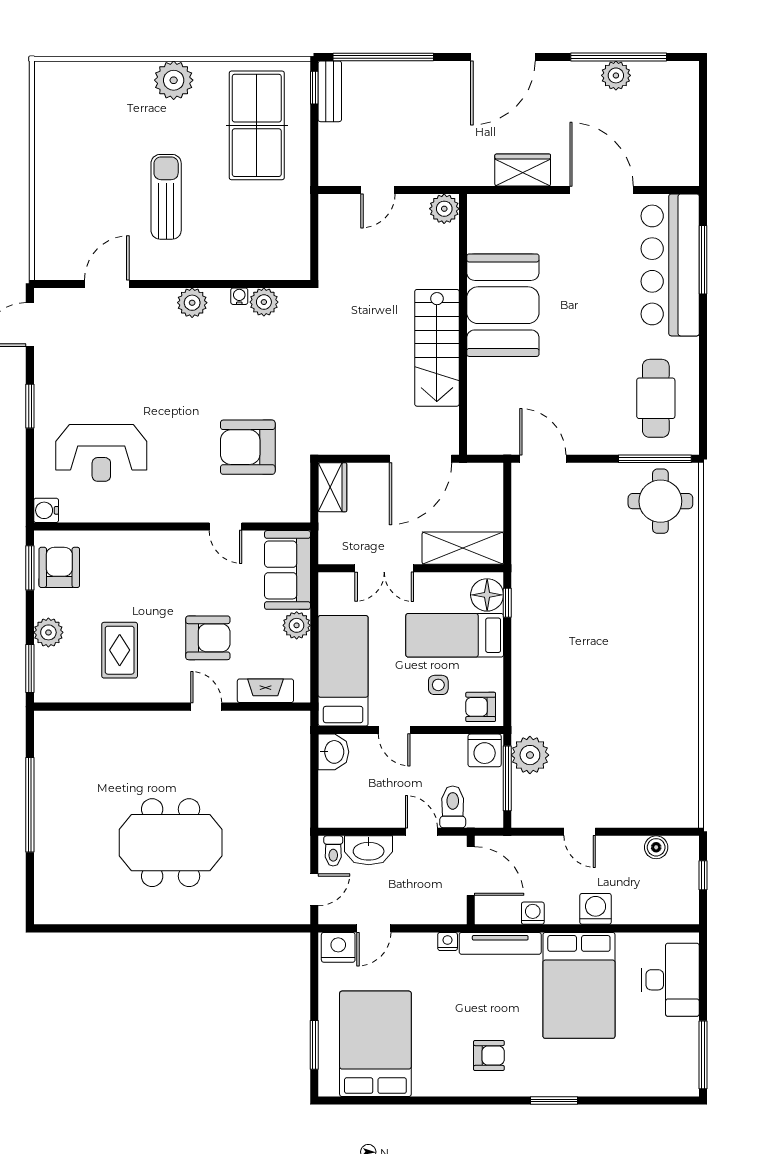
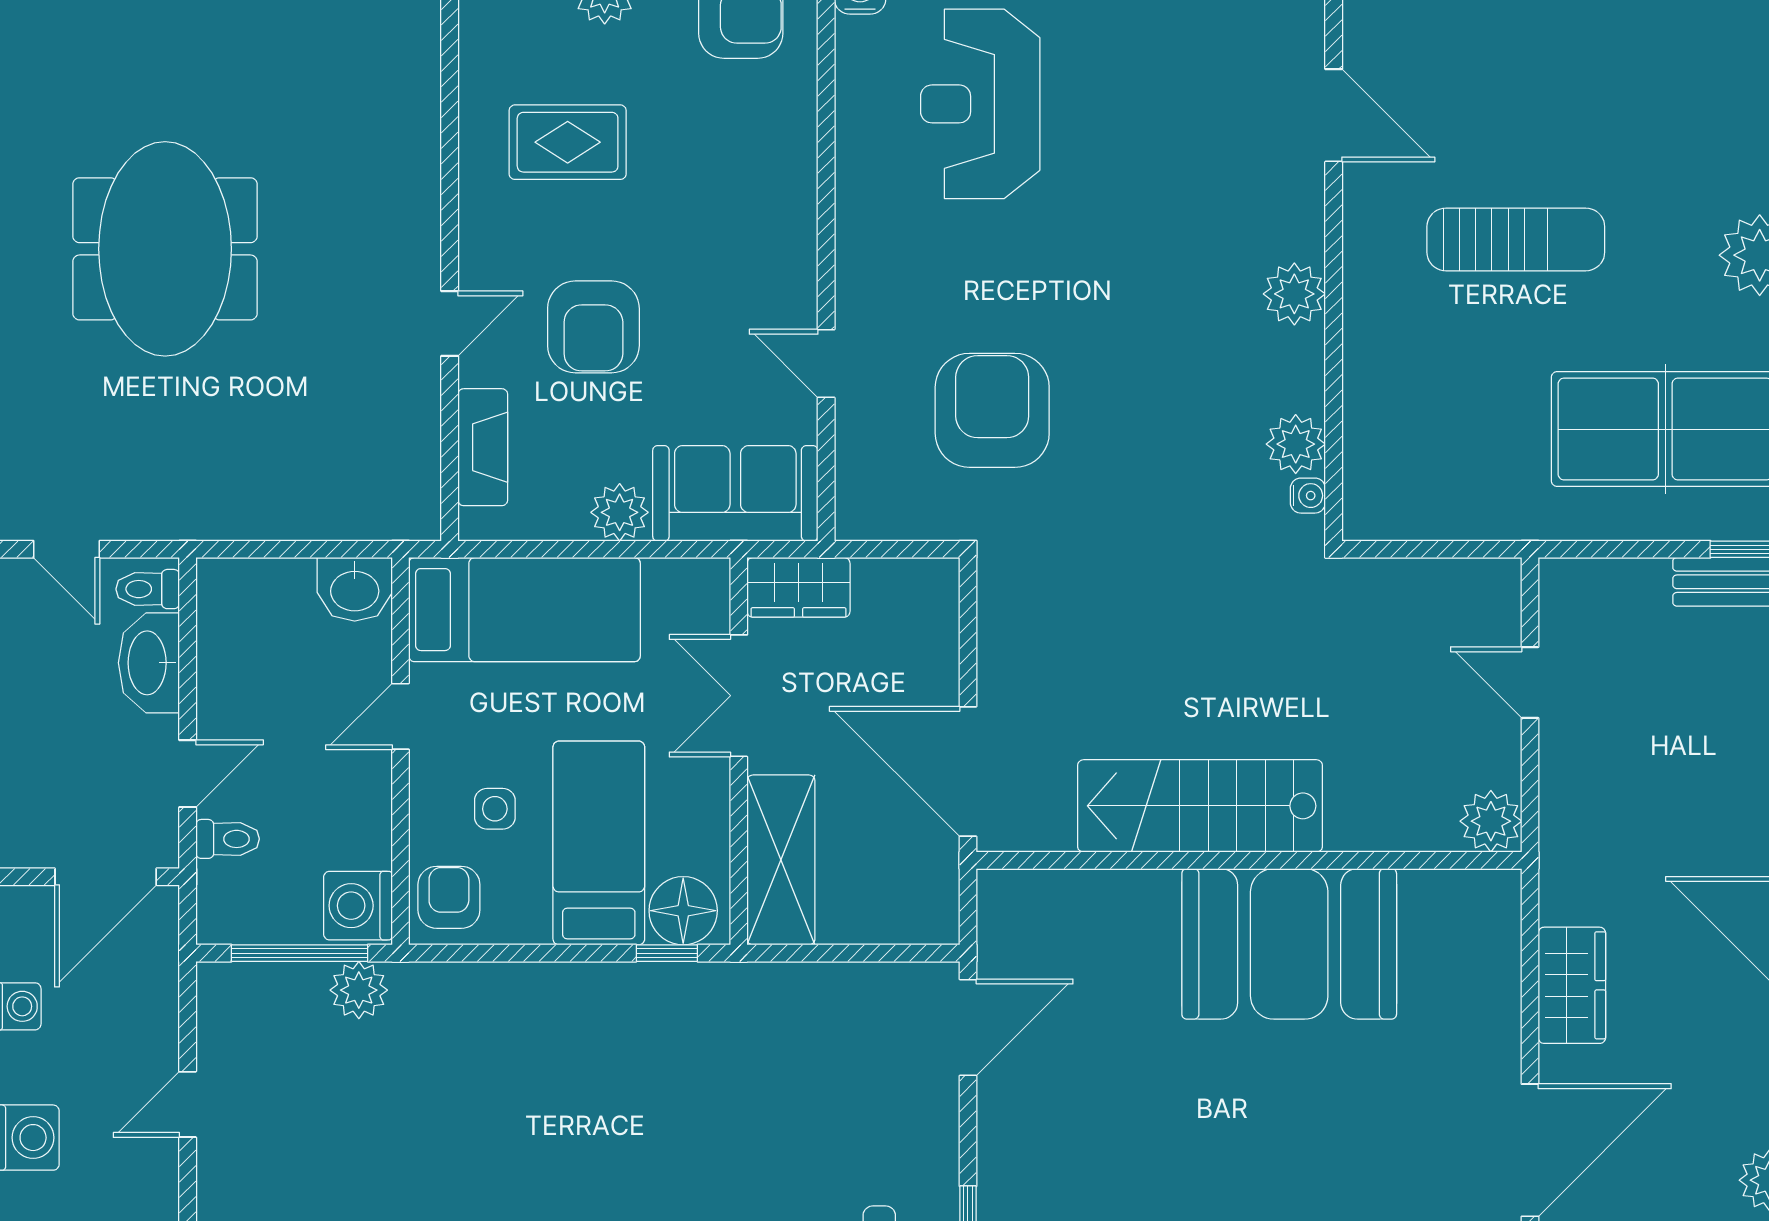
water cooler: (239, 296) -> (1308, 496), moved
wardrobe: (332, 487) -> (799, 587), moved
door: (225, 527) -> (826, 364), hinge flipped
plant: (530, 755) -> (359, 990), width x0.73, depth x0.73
toilet: (453, 807) -> (228, 839), width x0.73, depth x0.72

